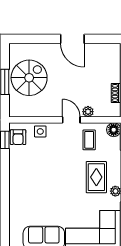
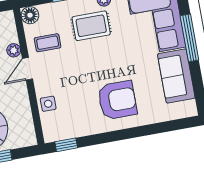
armchair: (18, 137) -> (117, 100), moved, width x1.88, depth x1.88

